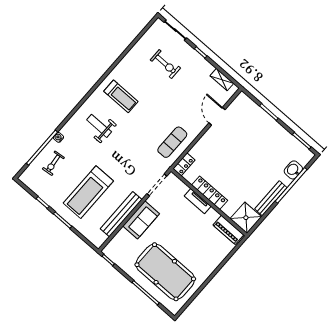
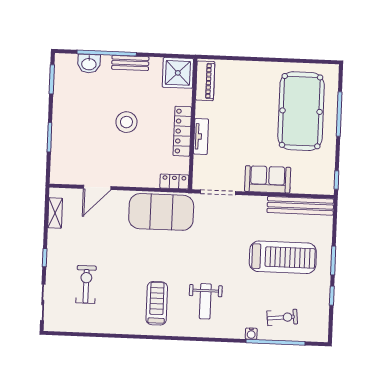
exercise mat: (172, 142) -> (161, 212), width x2.00, depth x1.45
stool: (241, 164) -> (126, 122), added
bench: (271, 198) -> (130, 63), width x0.73
bench: (121, 214) -> (300, 206), moved

